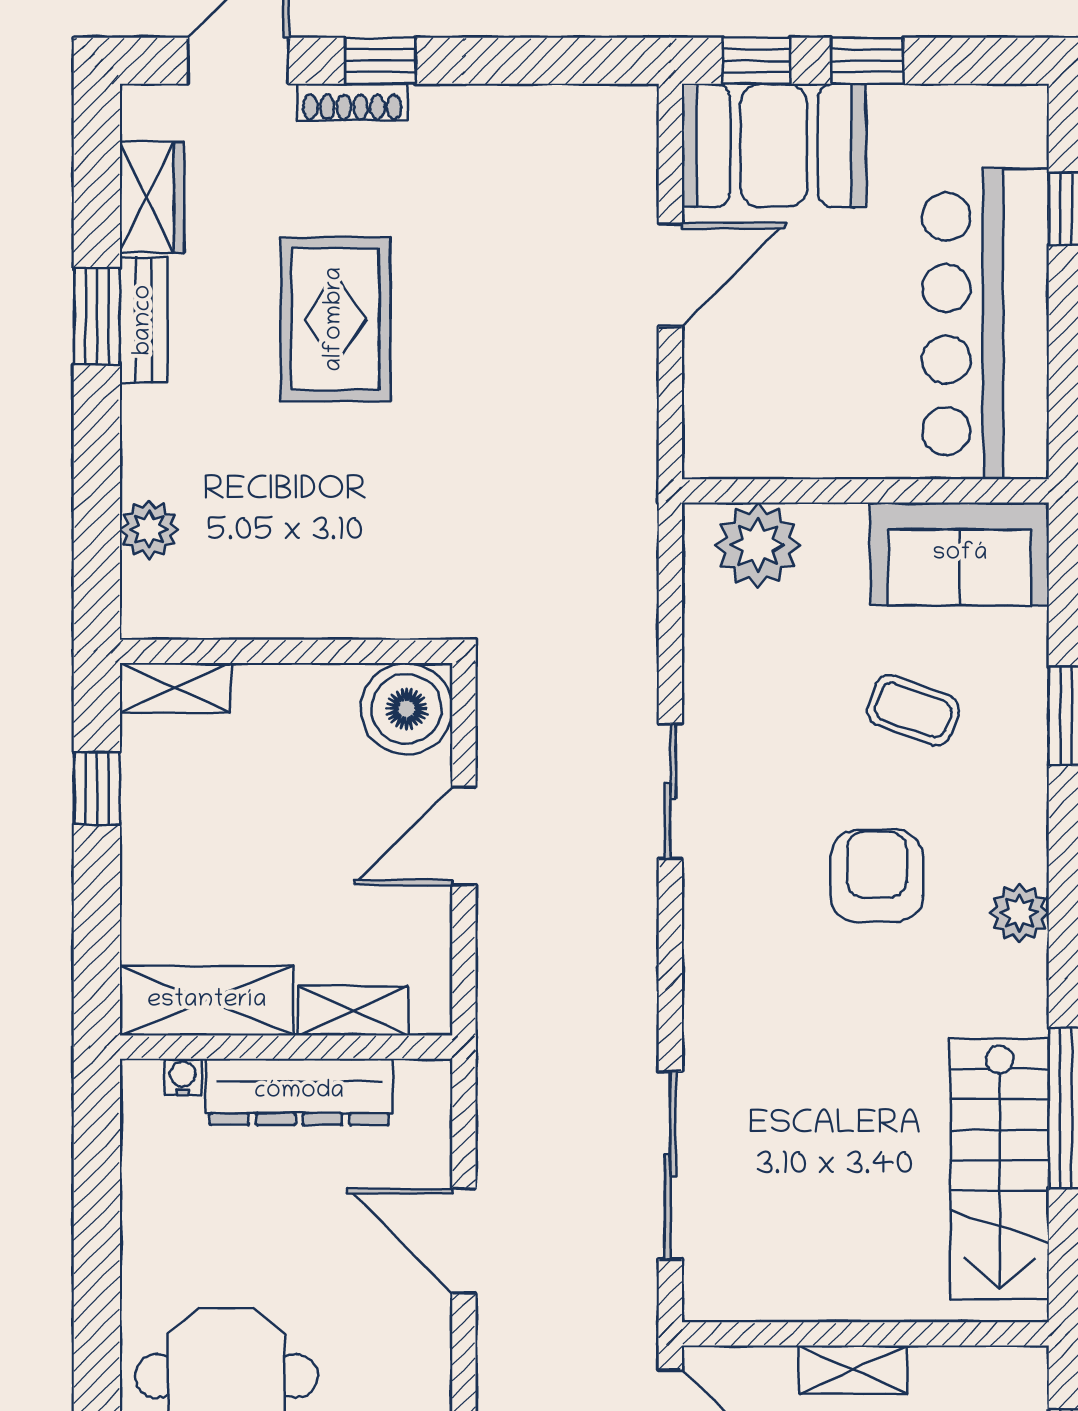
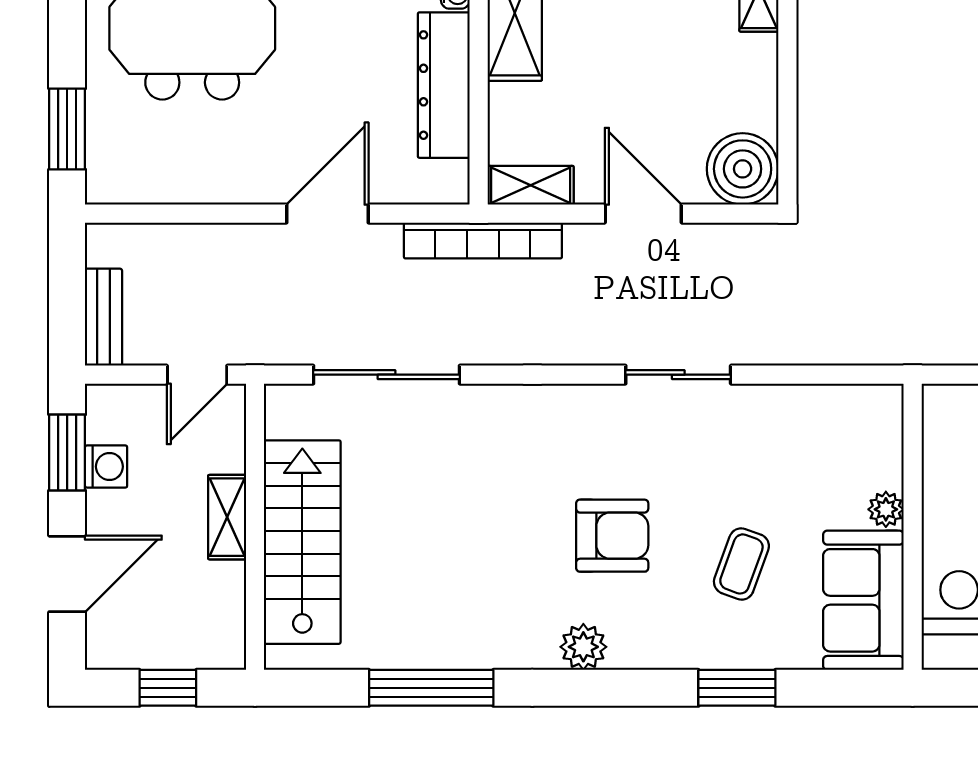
plant: (758, 545) -> (886, 509), moved, width x0.53, depth x0.53
shelving: (354, 1011) -> (531, 185), moved, turned 90
bookcase: (498, 1042) -> (483, 241), added
stairs: (1000, 1169) -> (302, 542), moved, turned 90

